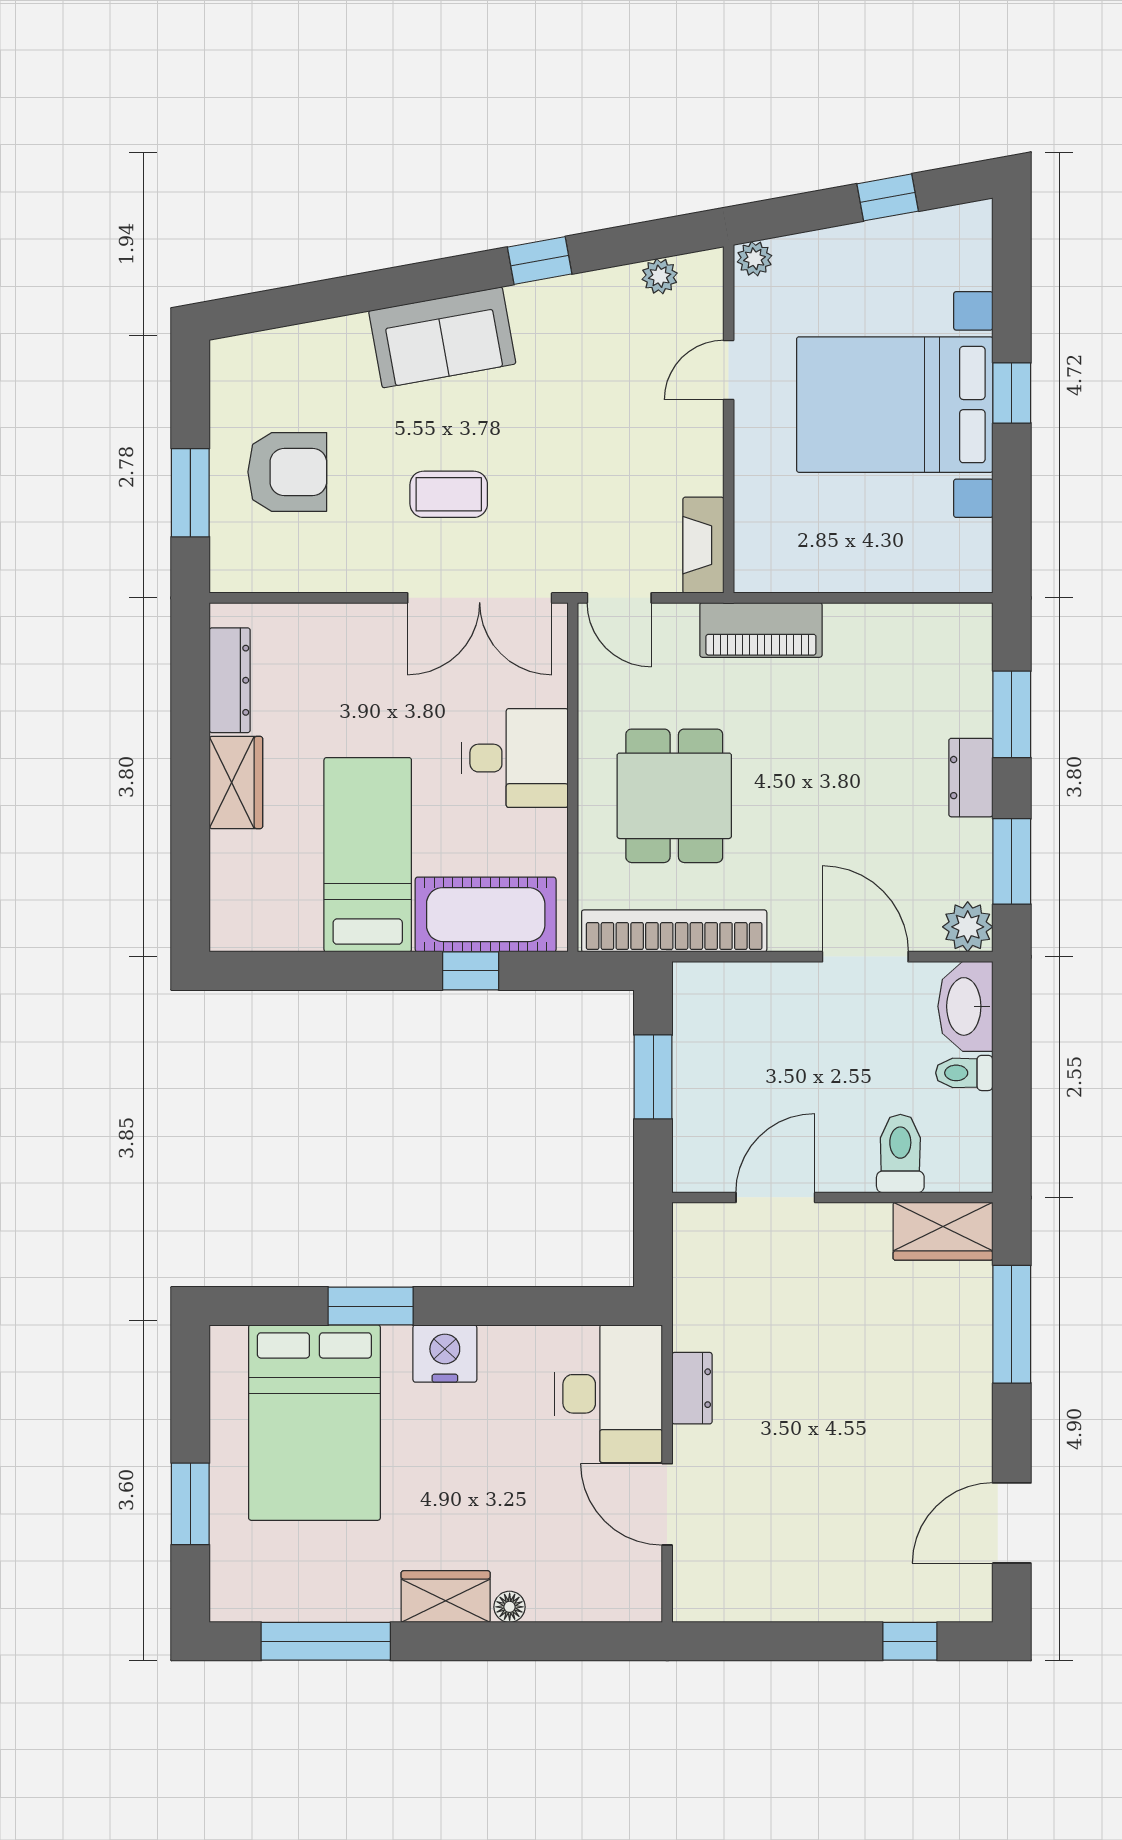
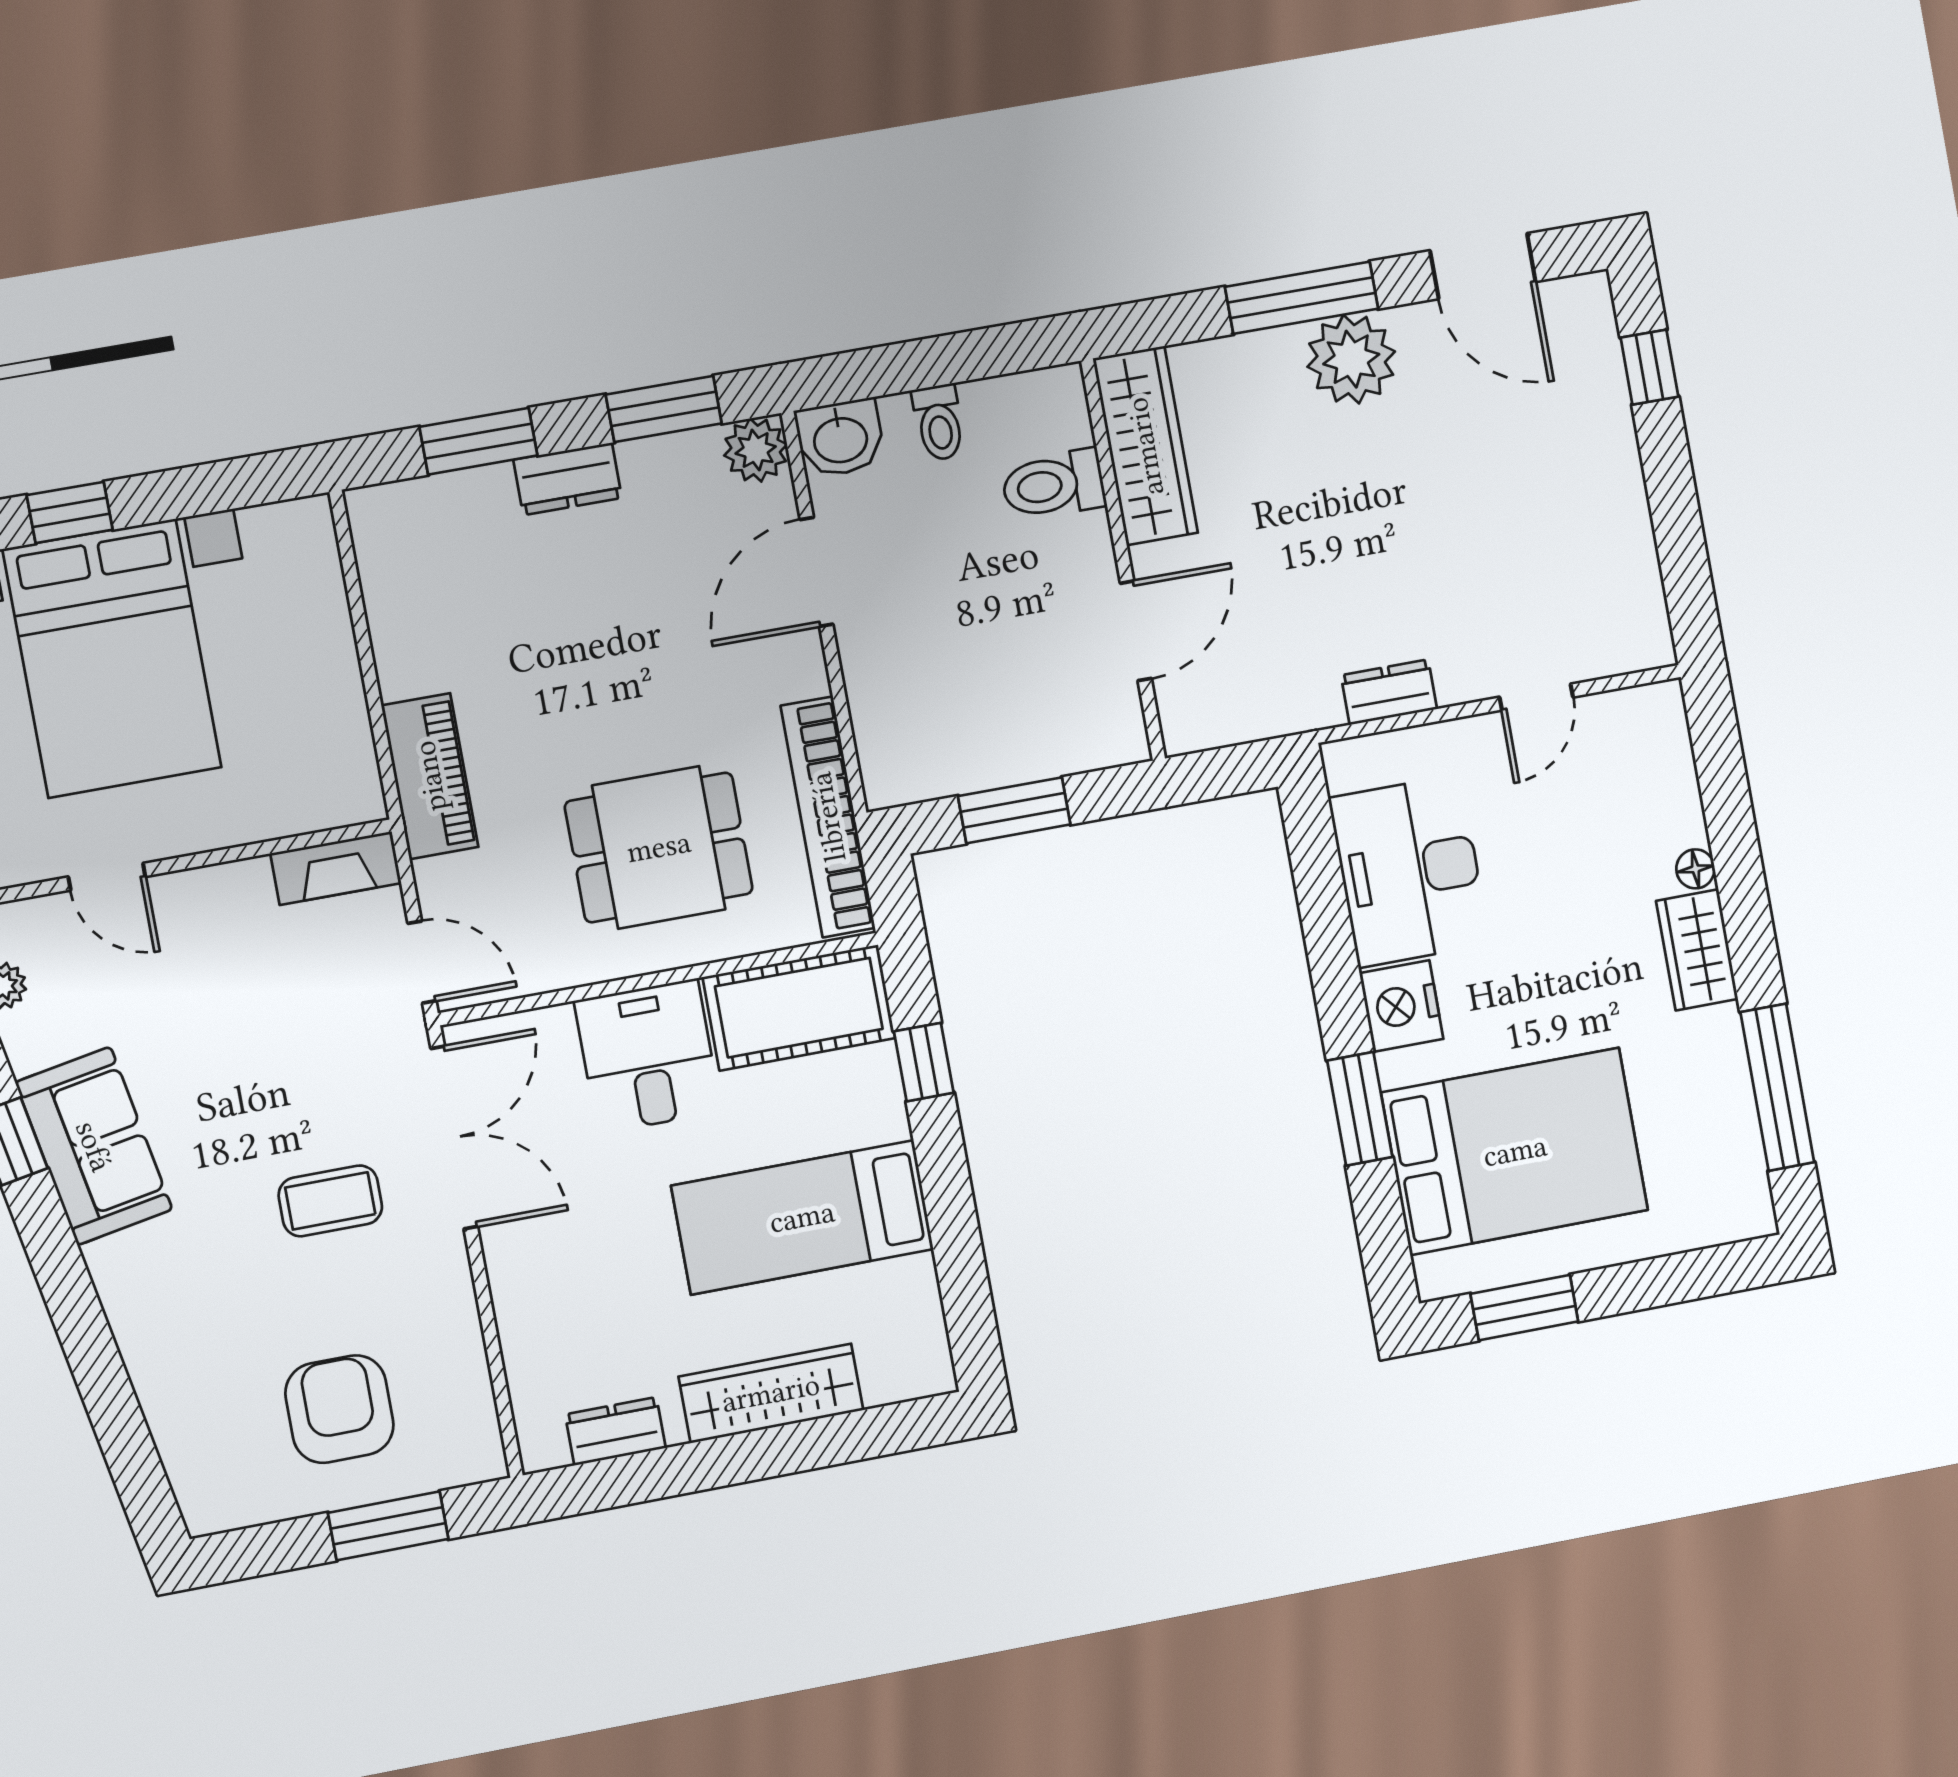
sofa: (442, 337) -> (94, 1146), moved
coffee table: (449, 494) -> (330, 1201), turned 90
door: (619, 598) -> (422, 962), hinge flipped
dresser: (230, 680) -> (615, 1431), width x0.70
wardrobe: (236, 782) -> (771, 1393), width x1.50
cot: (486, 915) -> (799, 1008), moved, turned 90
washbasin: (965, 1006) -> (840, 438), width x0.72
door: (775, 1197) -> (1136, 631), swing flipped
wardrobe: (943, 1231) -> (1145, 446), width x1.50
window: (1012, 1324) -> (1302, 298), moved
desk: (608, 1394) -> (1409, 871), moved, turned -90
plant: (957, 1406) -> (1351, 359), added
window: (190, 1504) -> (1524, 1308), moved
door: (667, 1504) -> (1536, 697), width x0.73

